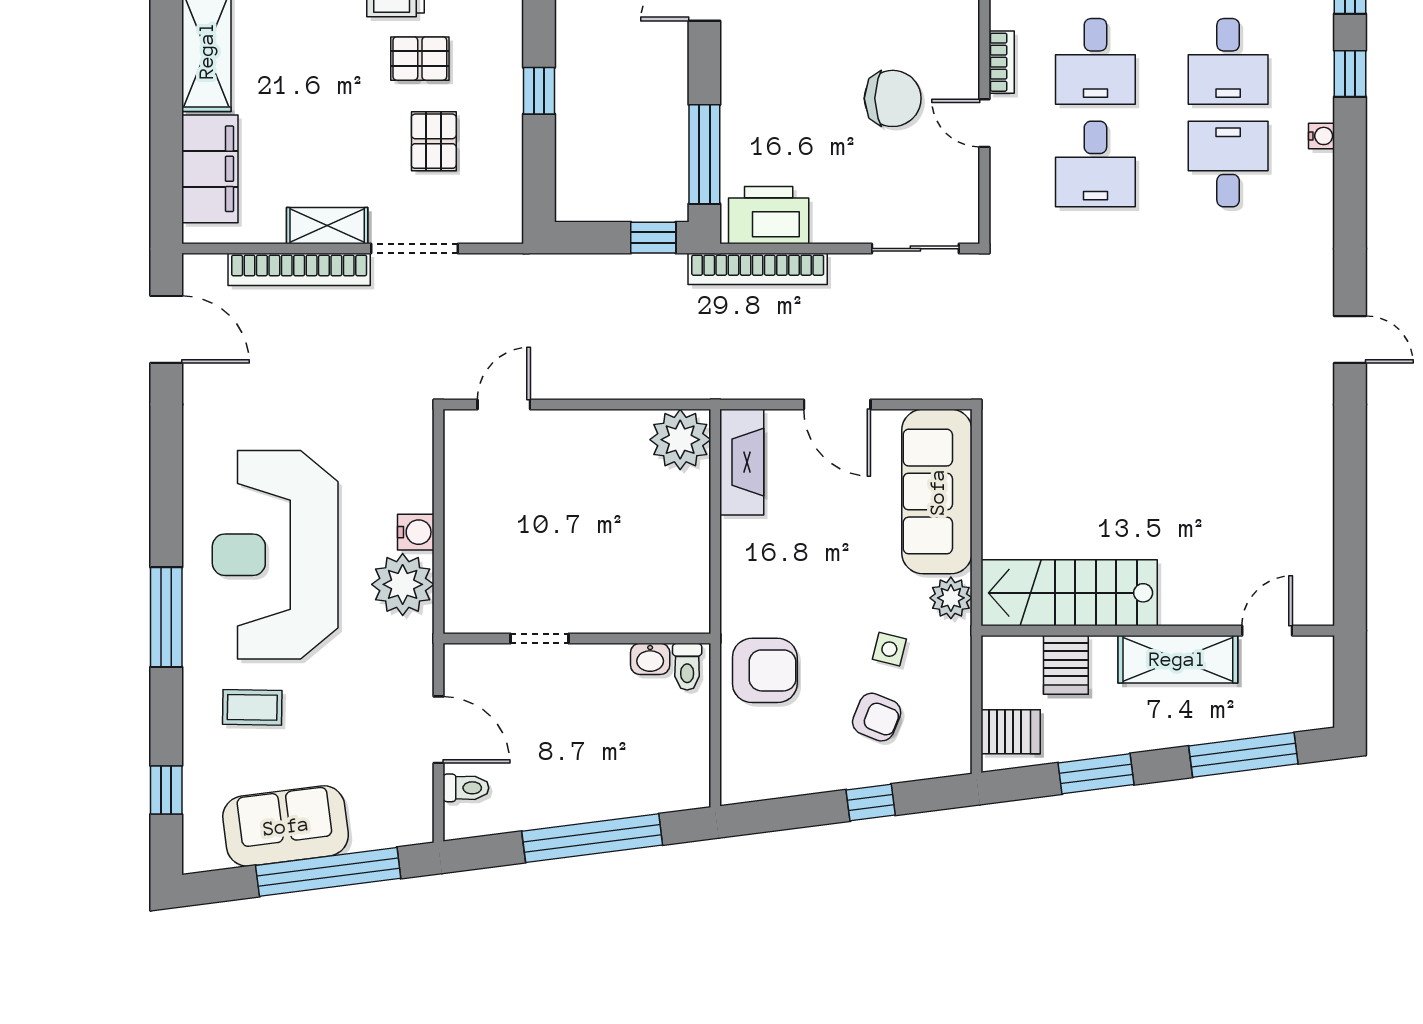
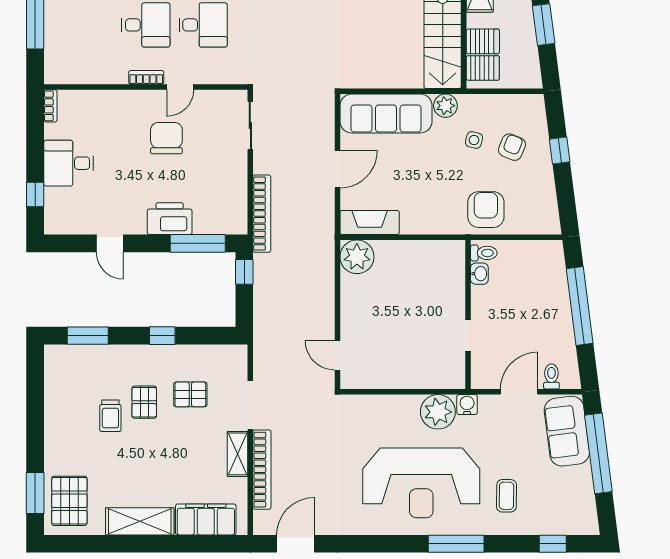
printer: (769, 215) -> (170, 219), moved, turned 90
water cooler: (416, 532) -> (467, 405), moved
server rack: (1011, 732) -> (483, 68), moved, turned 90
sofa: (286, 826) -> (567, 431), moved

